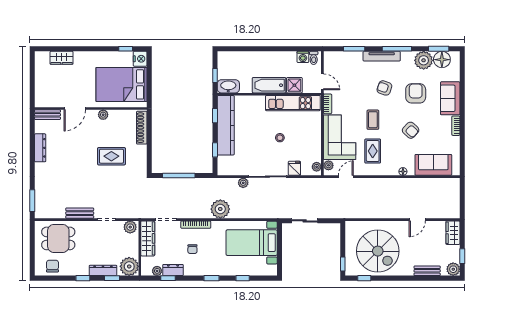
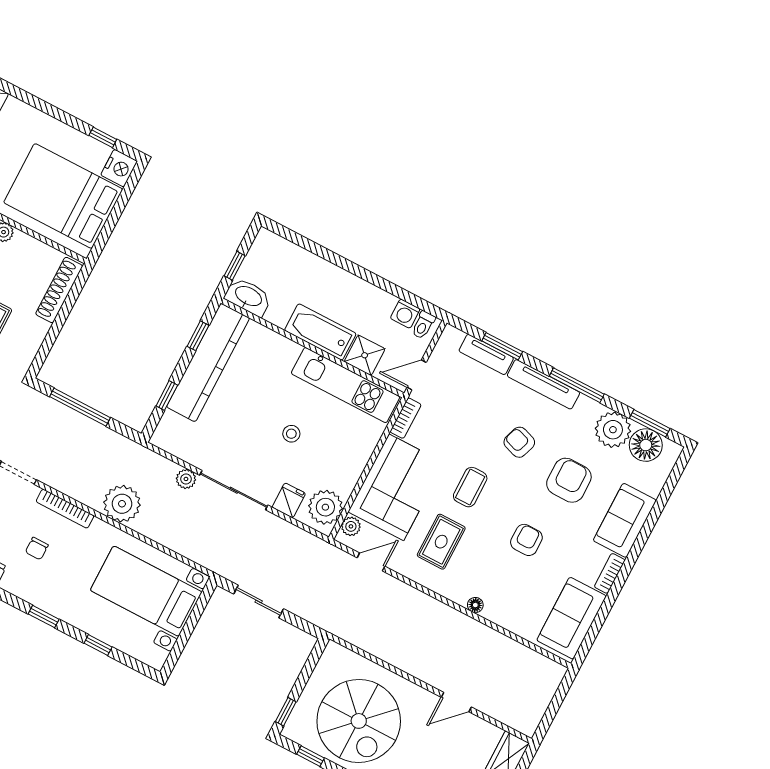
tv unit: (349, 56) -> (486, 354), added
door: (322, 82) -> (417, 375), swing flipped
armchair: (411, 130) -> (526, 540), turned -133
sofa: (433, 165) -> (571, 618), moved, turned -90
plant: (317, 167) -> (325, 507), width x1.88, depth x1.88

